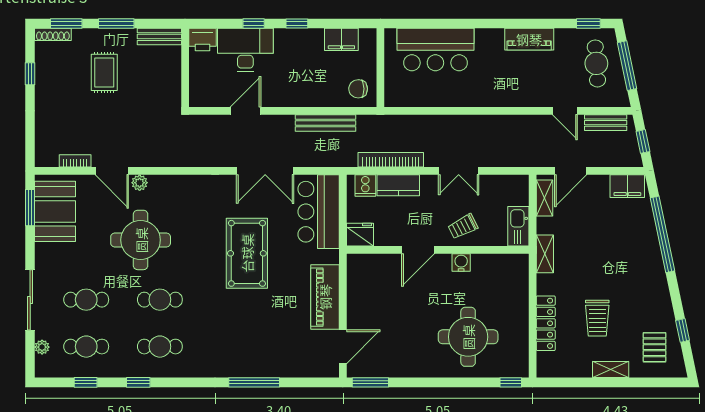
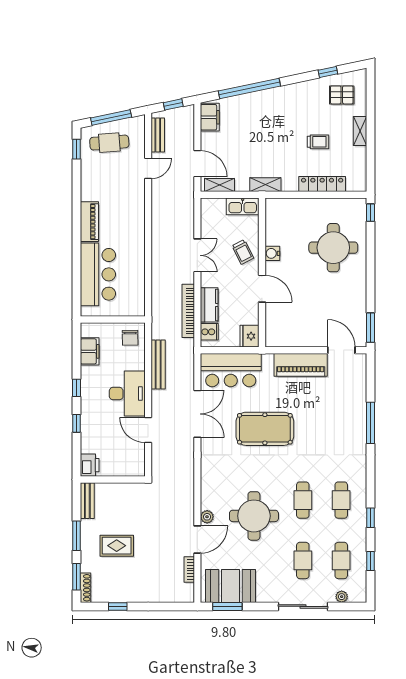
piano: (529, 39) -> (89, 222), moved
desk: (245, 50) -> (127, 394), moved, turned 180
trolley: (597, 318) -> (318, 142), width x0.73, depth x0.72

